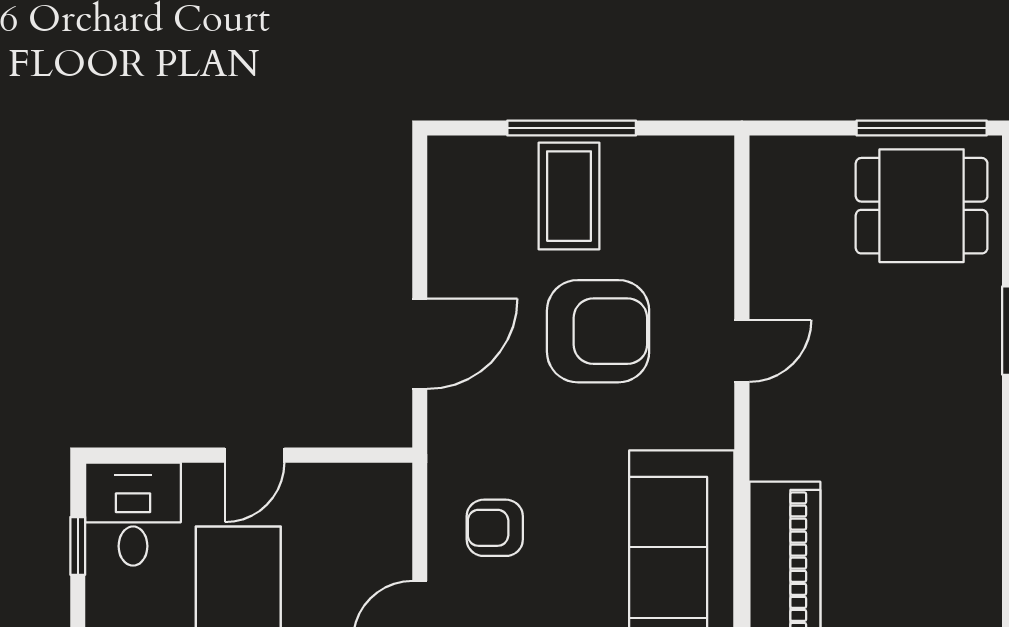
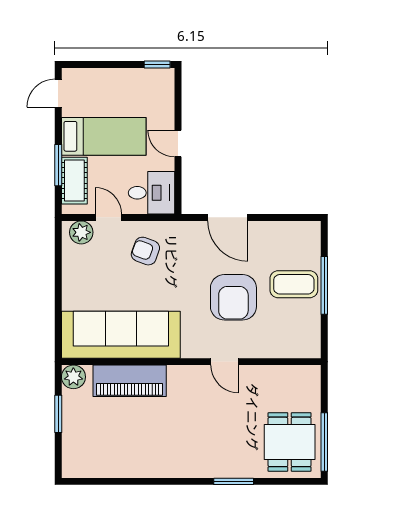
desk: (133, 514) -> (152, 193), moved
armchair: (495, 528) -> (145, 251), turned -70
window: (78, 546) -> (157, 64), moved

